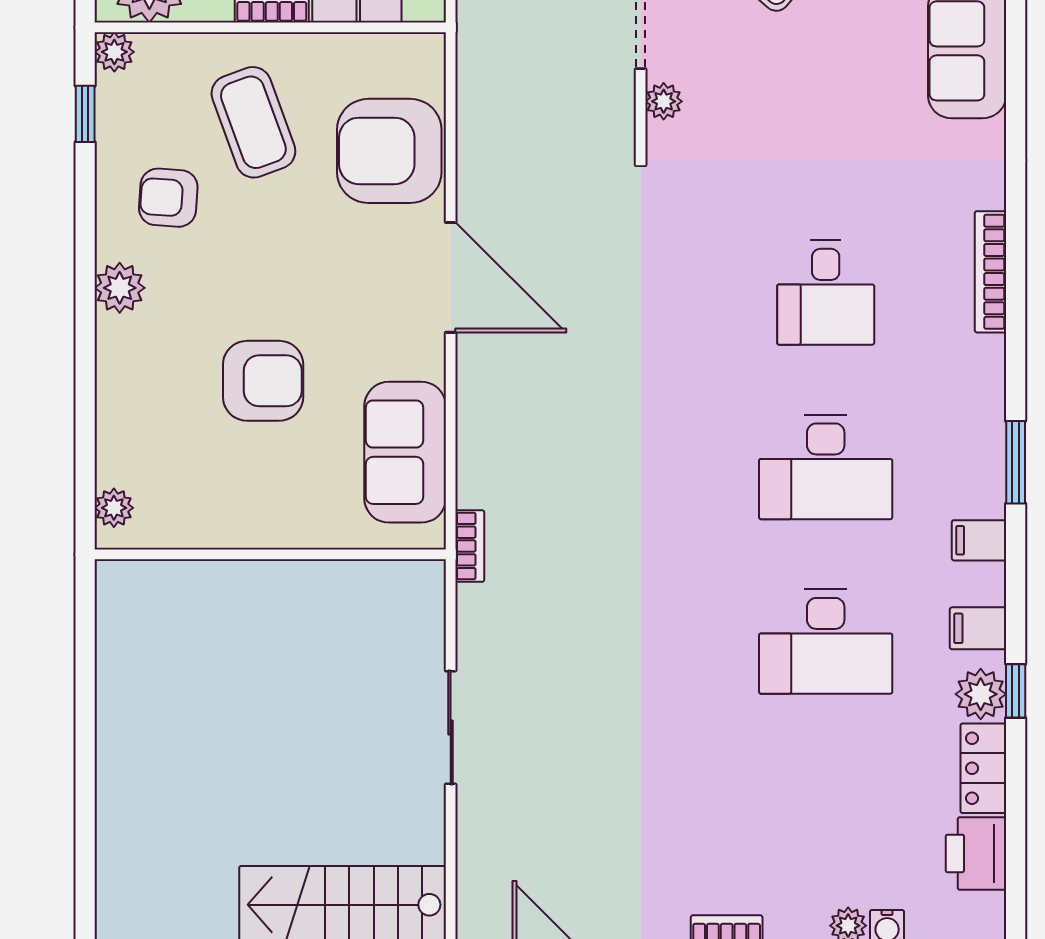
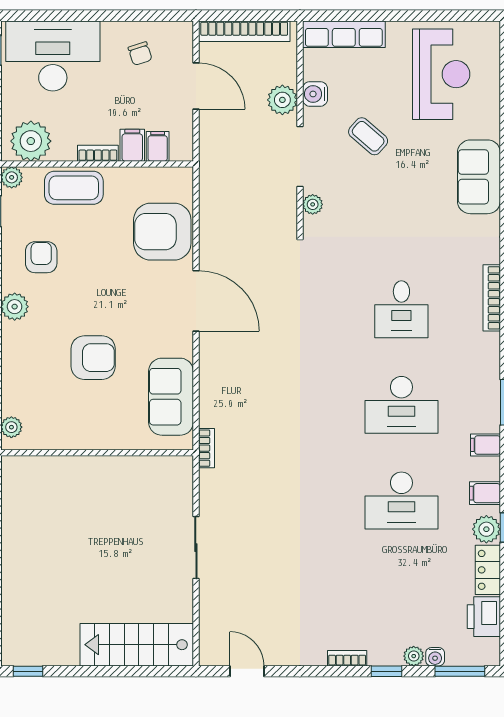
coffee table: (253, 122) -> (74, 188), moved, turned -70
armchair: (168, 198) -> (41, 257), turned 86

